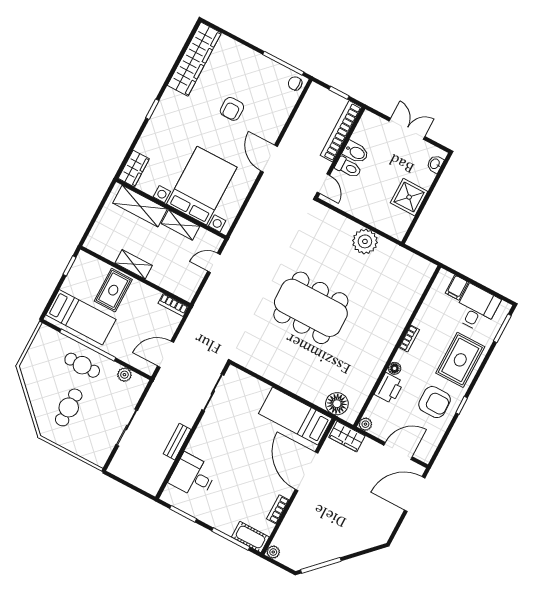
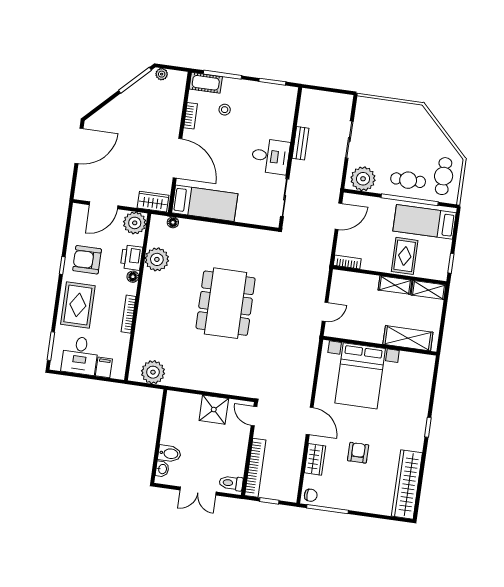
bidet: (356, 152) -> (169, 454), moved, turned 180
toilet: (348, 167) -> (231, 483), moved
wardrobe: (134, 169) -> (315, 459), moved, turned 180
shower: (409, 197) -> (214, 410), moved
shelving: (181, 225) -> (428, 290), moved
plant: (365, 241) -> (153, 372), moved
dining table: (311, 308) -> (226, 303), turned 90
bookcase: (409, 339) -> (129, 314), width x1.56
plant: (124, 375) -> (363, 179), width x1.88, depth x1.88
plant: (364, 377) -> (157, 259), added
floor lamp: (337, 404) -> (173, 222), width x0.53, depth x0.53
cafe table: (69, 407) -> (444, 176), moved
plant: (365, 424) -> (135, 223), width x1.88, depth x1.88
desk: (193, 476) -> (270, 156), moved
door: (415, 494) -> (79, 146), moved
stool: (241, 503) -> (225, 110), added
plant: (273, 552) -> (162, 74), moved

